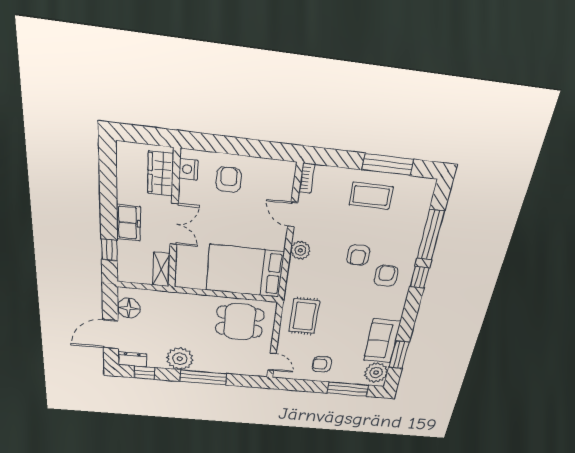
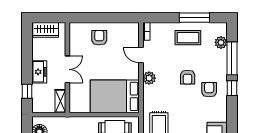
nightstand: (188, 169) -> (75, 34), removed
wardrobe: (161, 173) -> (46, 30), moved, turned -90
plant: (420, 209) -> (221, 42), added

